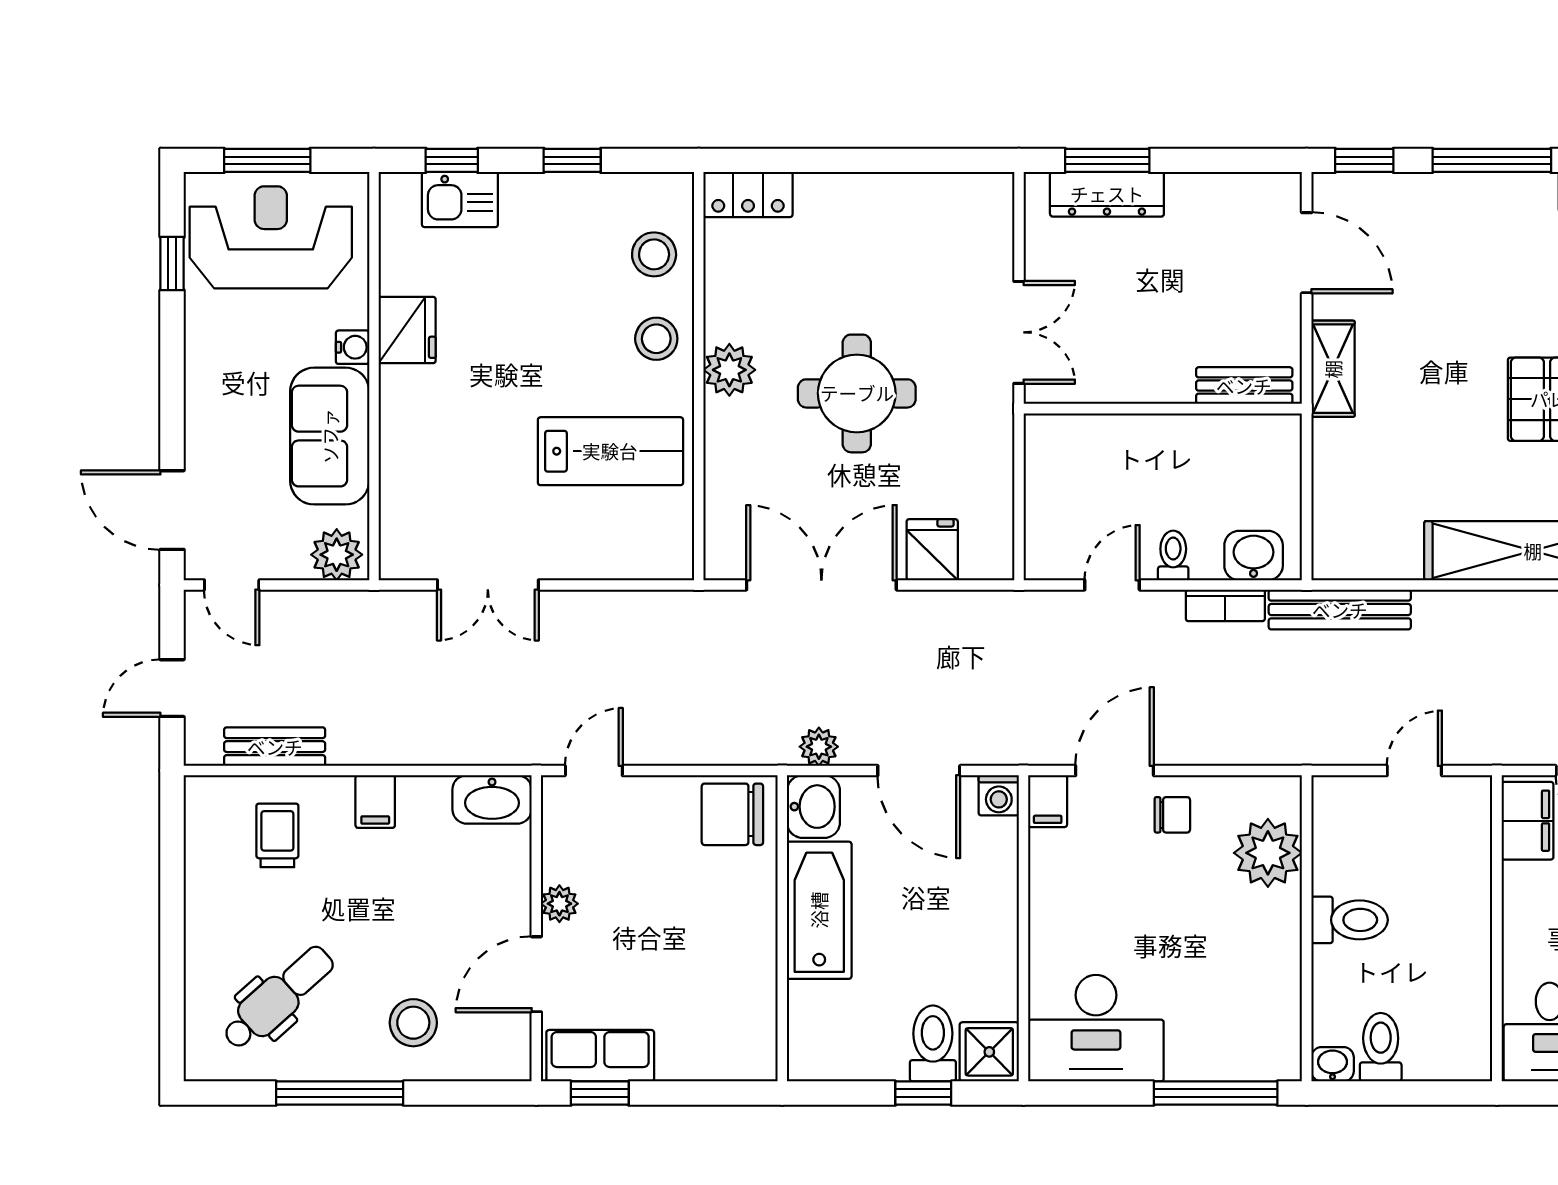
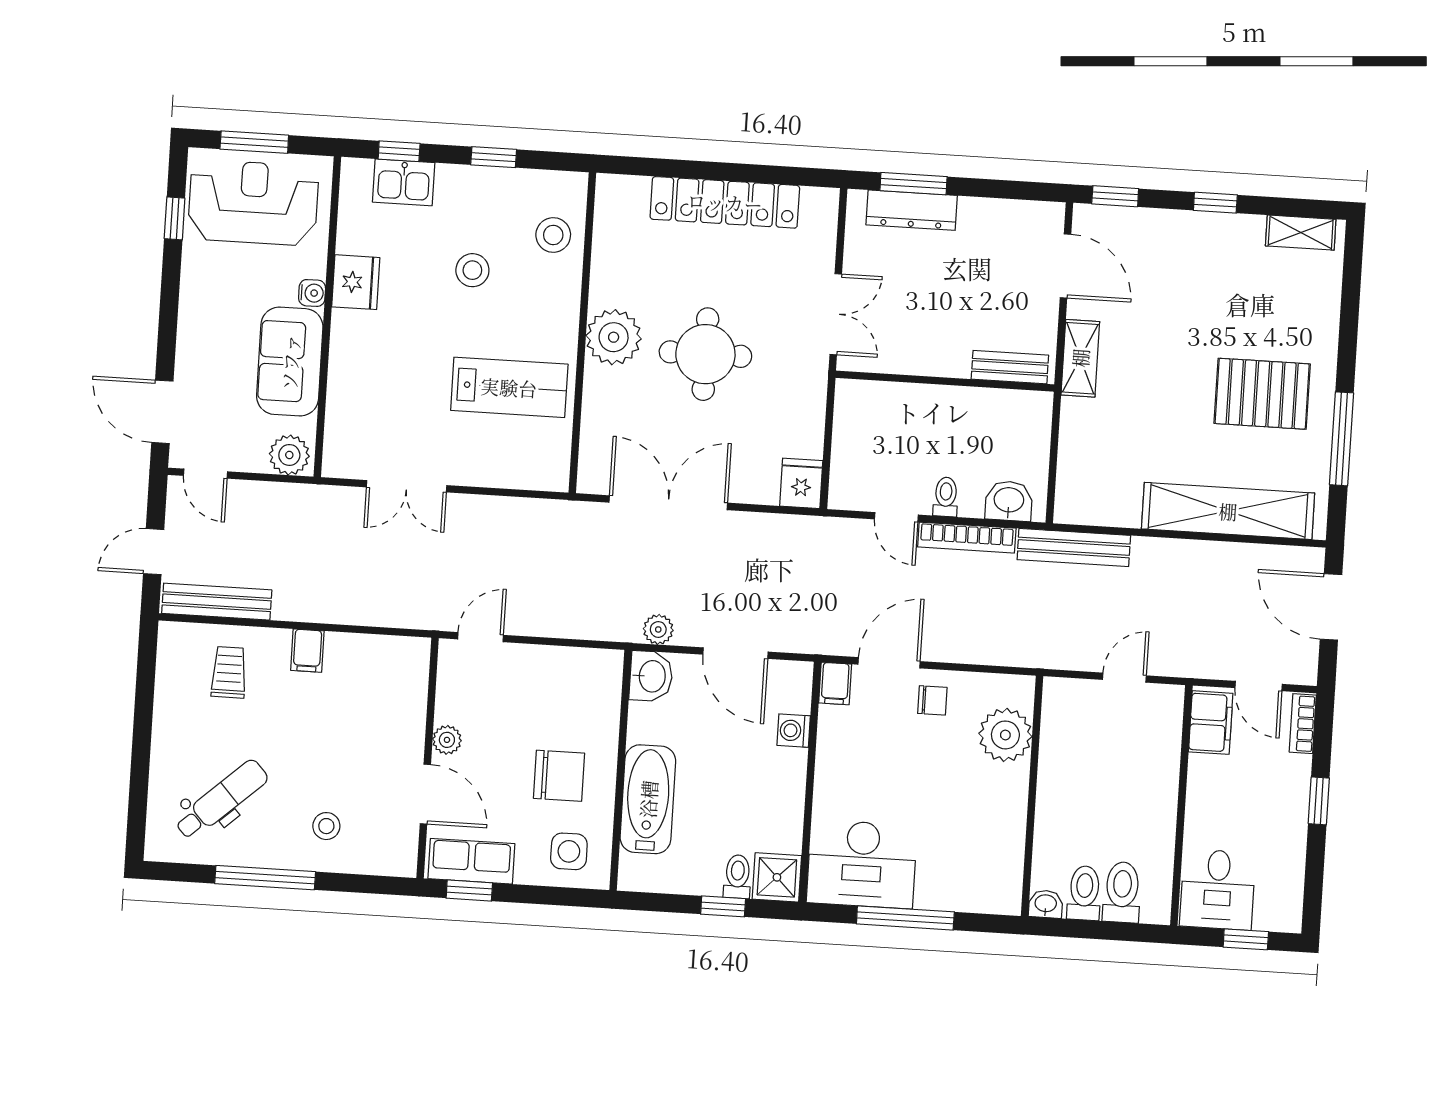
window: (1492, 160) -> (1215, 203), width x0.46
locker: (748, 195) -> (725, 202), moved, width x2.16, depth x1.21
stool: (656, 339) -> (472, 270), moved
plant: (729, 370) -> (614, 337), width x1.36, depth x1.36
fridge: (932, 550) -> (801, 483), moved
door: (1112, 585) -> (896, 517), swing flipped
bookcase: (1225, 605) -> (967, 538), width x1.56
bench: (275, 747) -> (217, 602), width x1.36
washing machine: (999, 795) -> (794, 731), moved, turned 90
washbasin: (492, 799) -> (399, 655), removed
chair: (732, 814) -> (559, 776), moved, turned 180
bathtub: (819, 910) -> (648, 799), moved
toilet: (1350, 920) -> (1122, 892), moved, turned -90
door: (536, 974) -> (425, 794), swing flipped
stool: (413, 1023) -> (326, 826), width x0.73, depth x0.73
side table: (723, 1035) -> (569, 851), added
toilet: (933, 1043) -> (737, 877), width x0.73, depth x0.72
window: (1216, 1093) -> (905, 918), moved

